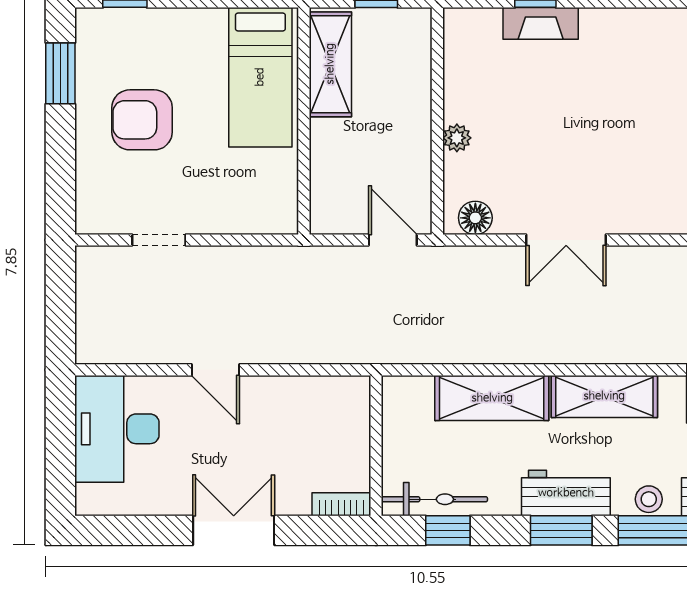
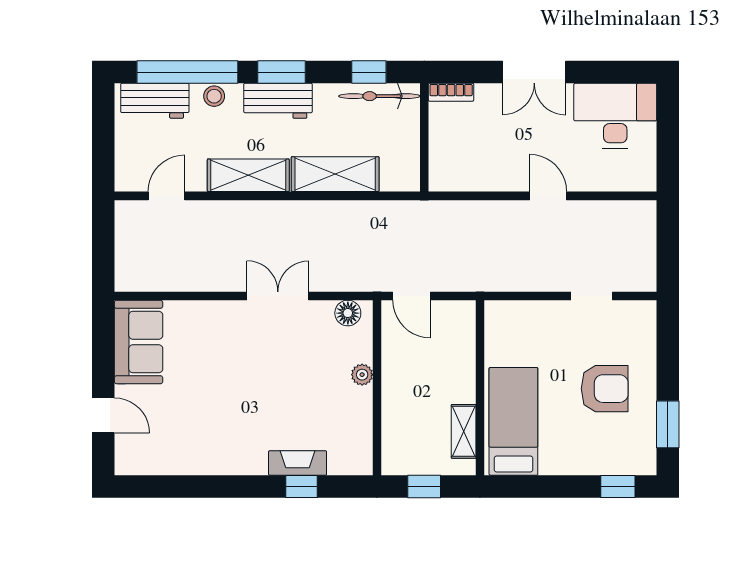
shelving: (330, 64) -> (464, 431), width x0.67, depth x0.75
desk: (117, 429) -> (615, 116), moved, turned -90

